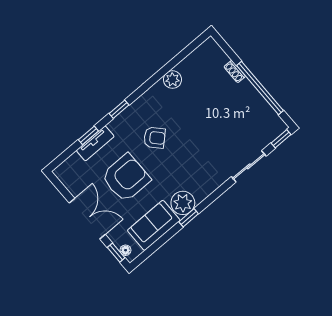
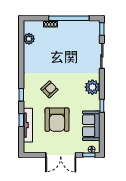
plant: (172, 80) -> (29, 39), moved
tv unit: (95, 143) -> (28, 125), width x1.41
armchair: (126, 178) -> (57, 120), turned 180
plant: (183, 203) -> (92, 87), moved
double door: (87, 219) -> (61, 155), swing flipped

